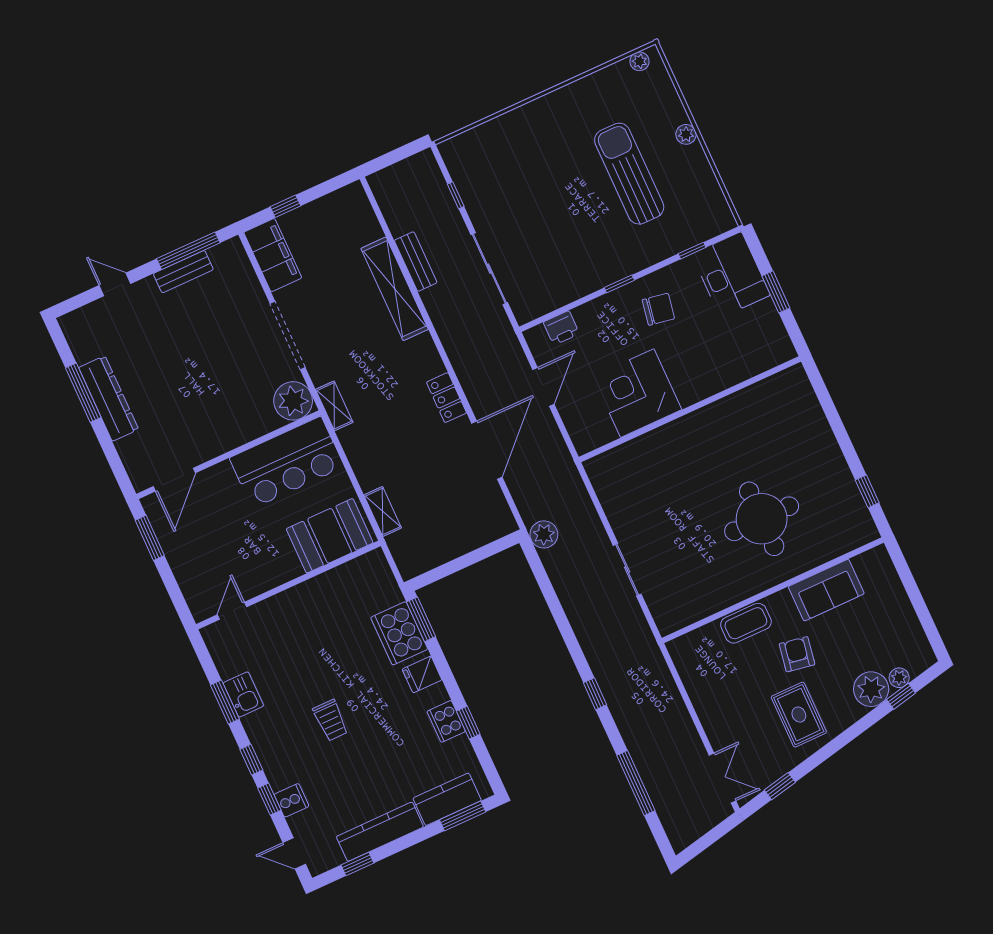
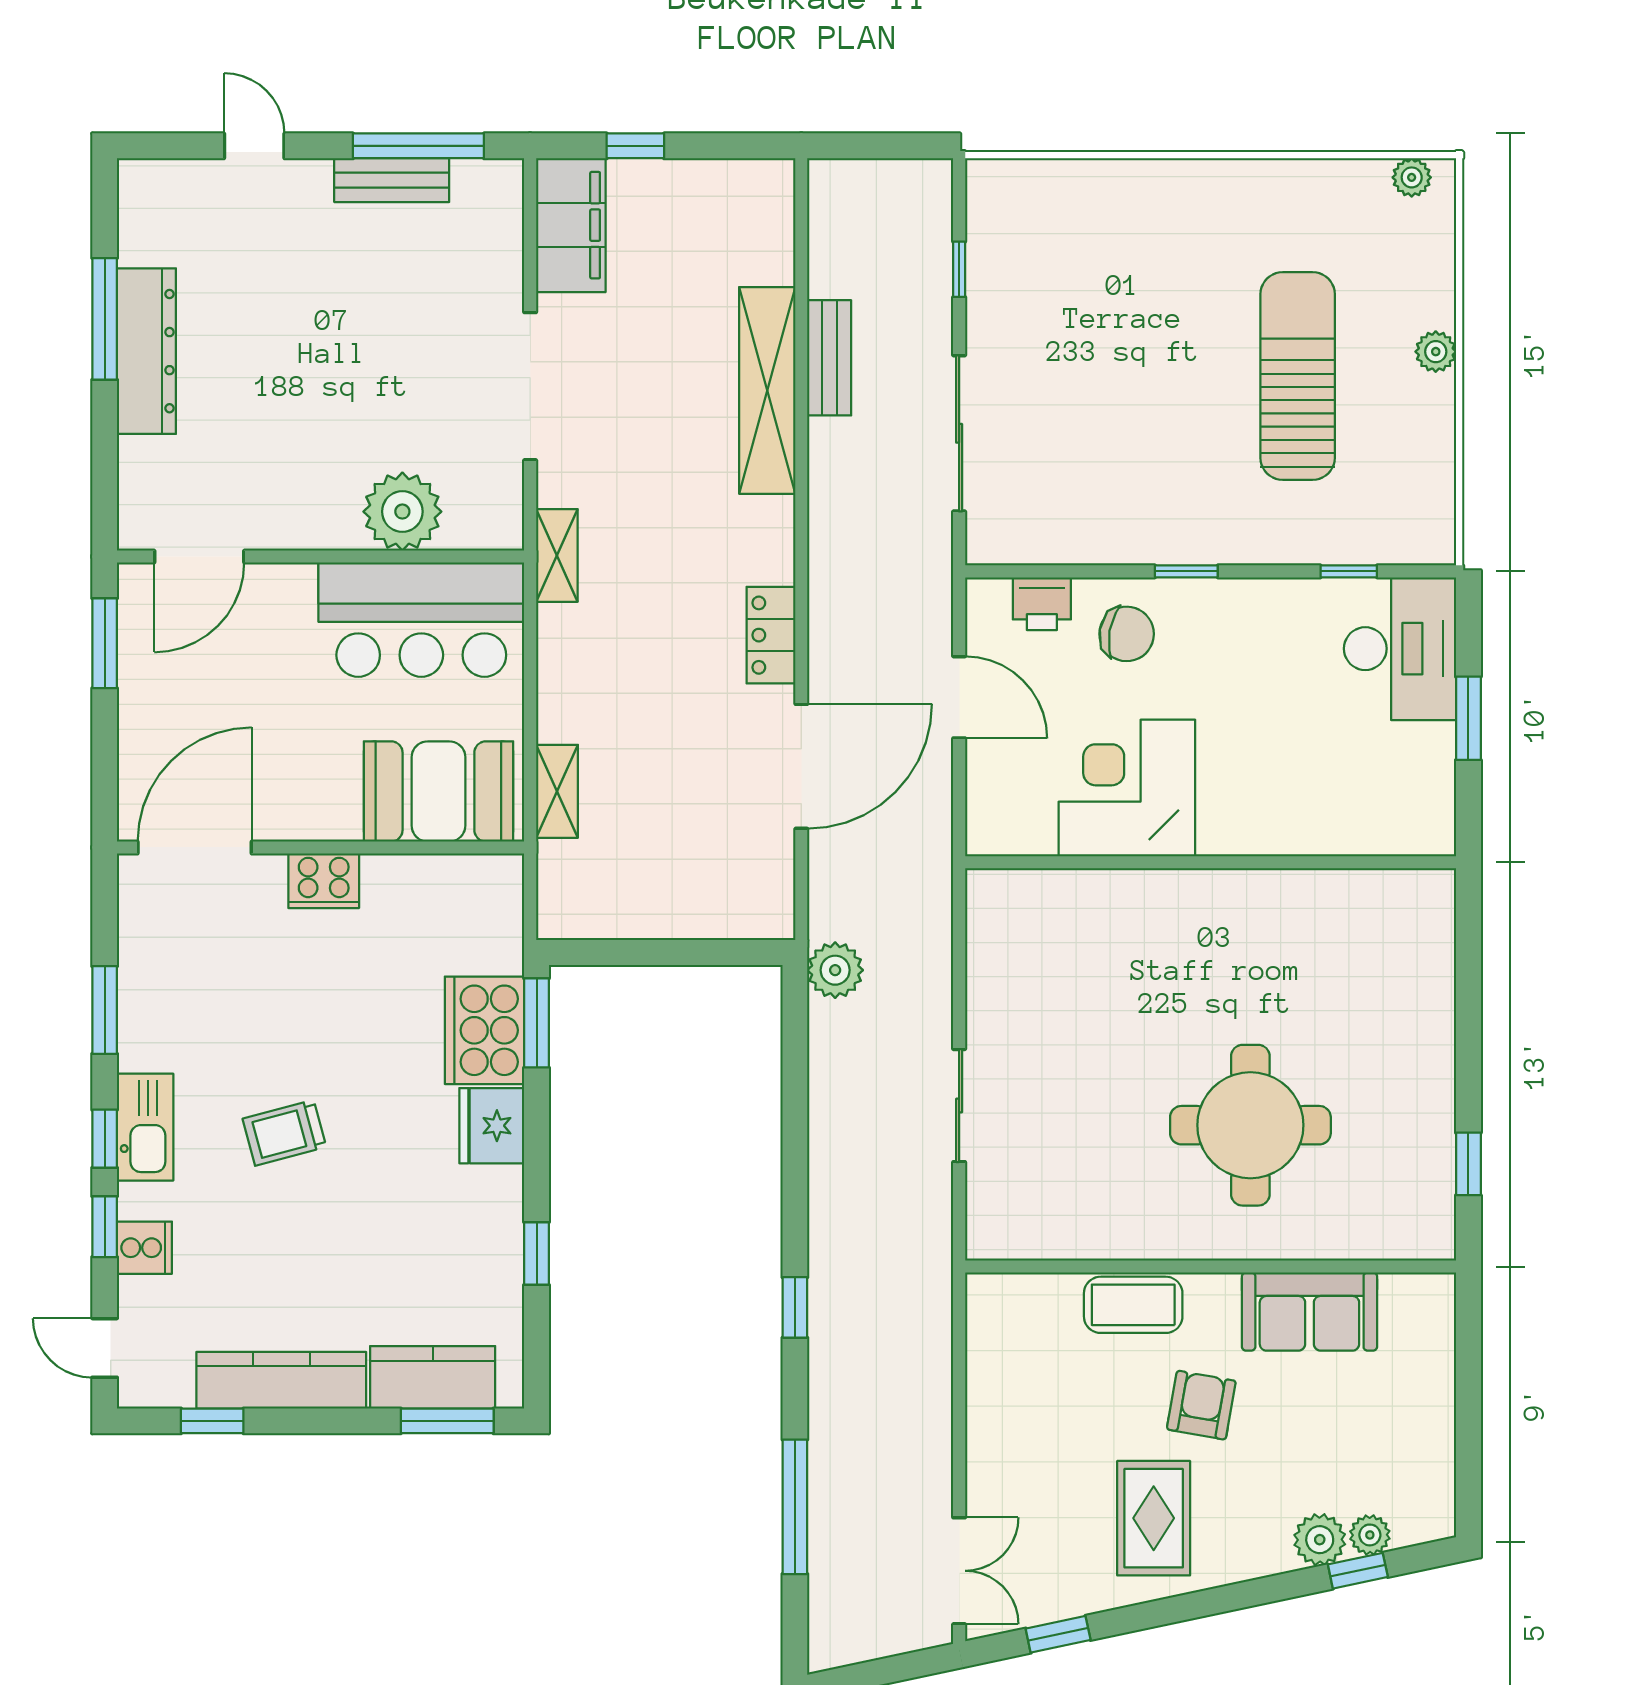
chair: (658, 309) -> (1127, 634), moved
door: (543, 387) -> (959, 697), hinge flipped
plant: (293, 401) -> (402, 512), moved
door: (232, 611) -> (195, 847), width x1.87
fridge: (422, 675) -> (492, 1126), width x1.38
plant: (871, 689) -> (1320, 1540), width x0.73, depth x0.73
kitchen sink: (243, 694) -> (145, 1127), moved, width x1.38
trolley: (331, 720) -> (284, 1133), turned 75
cooker: (446, 721) -> (324, 881), moved, turned -90

